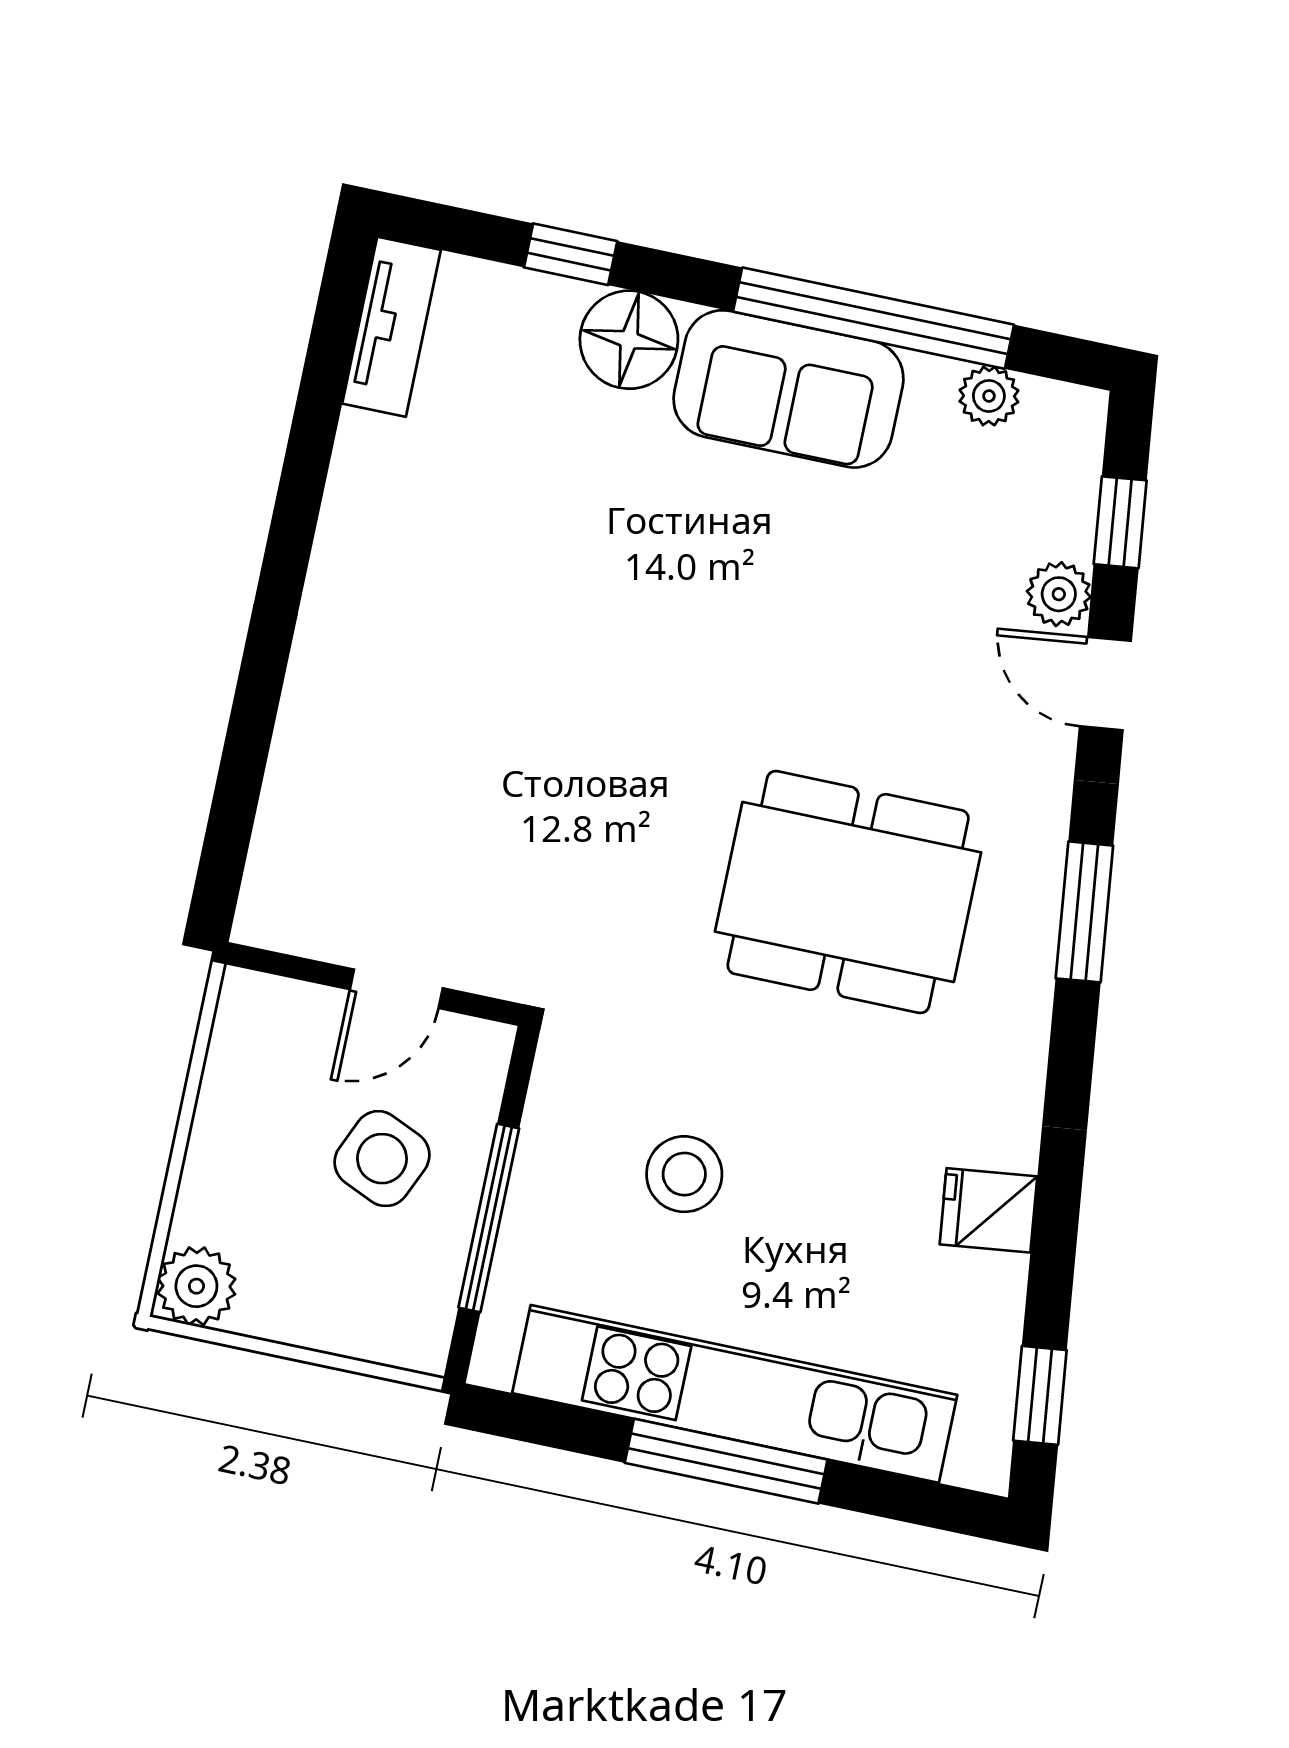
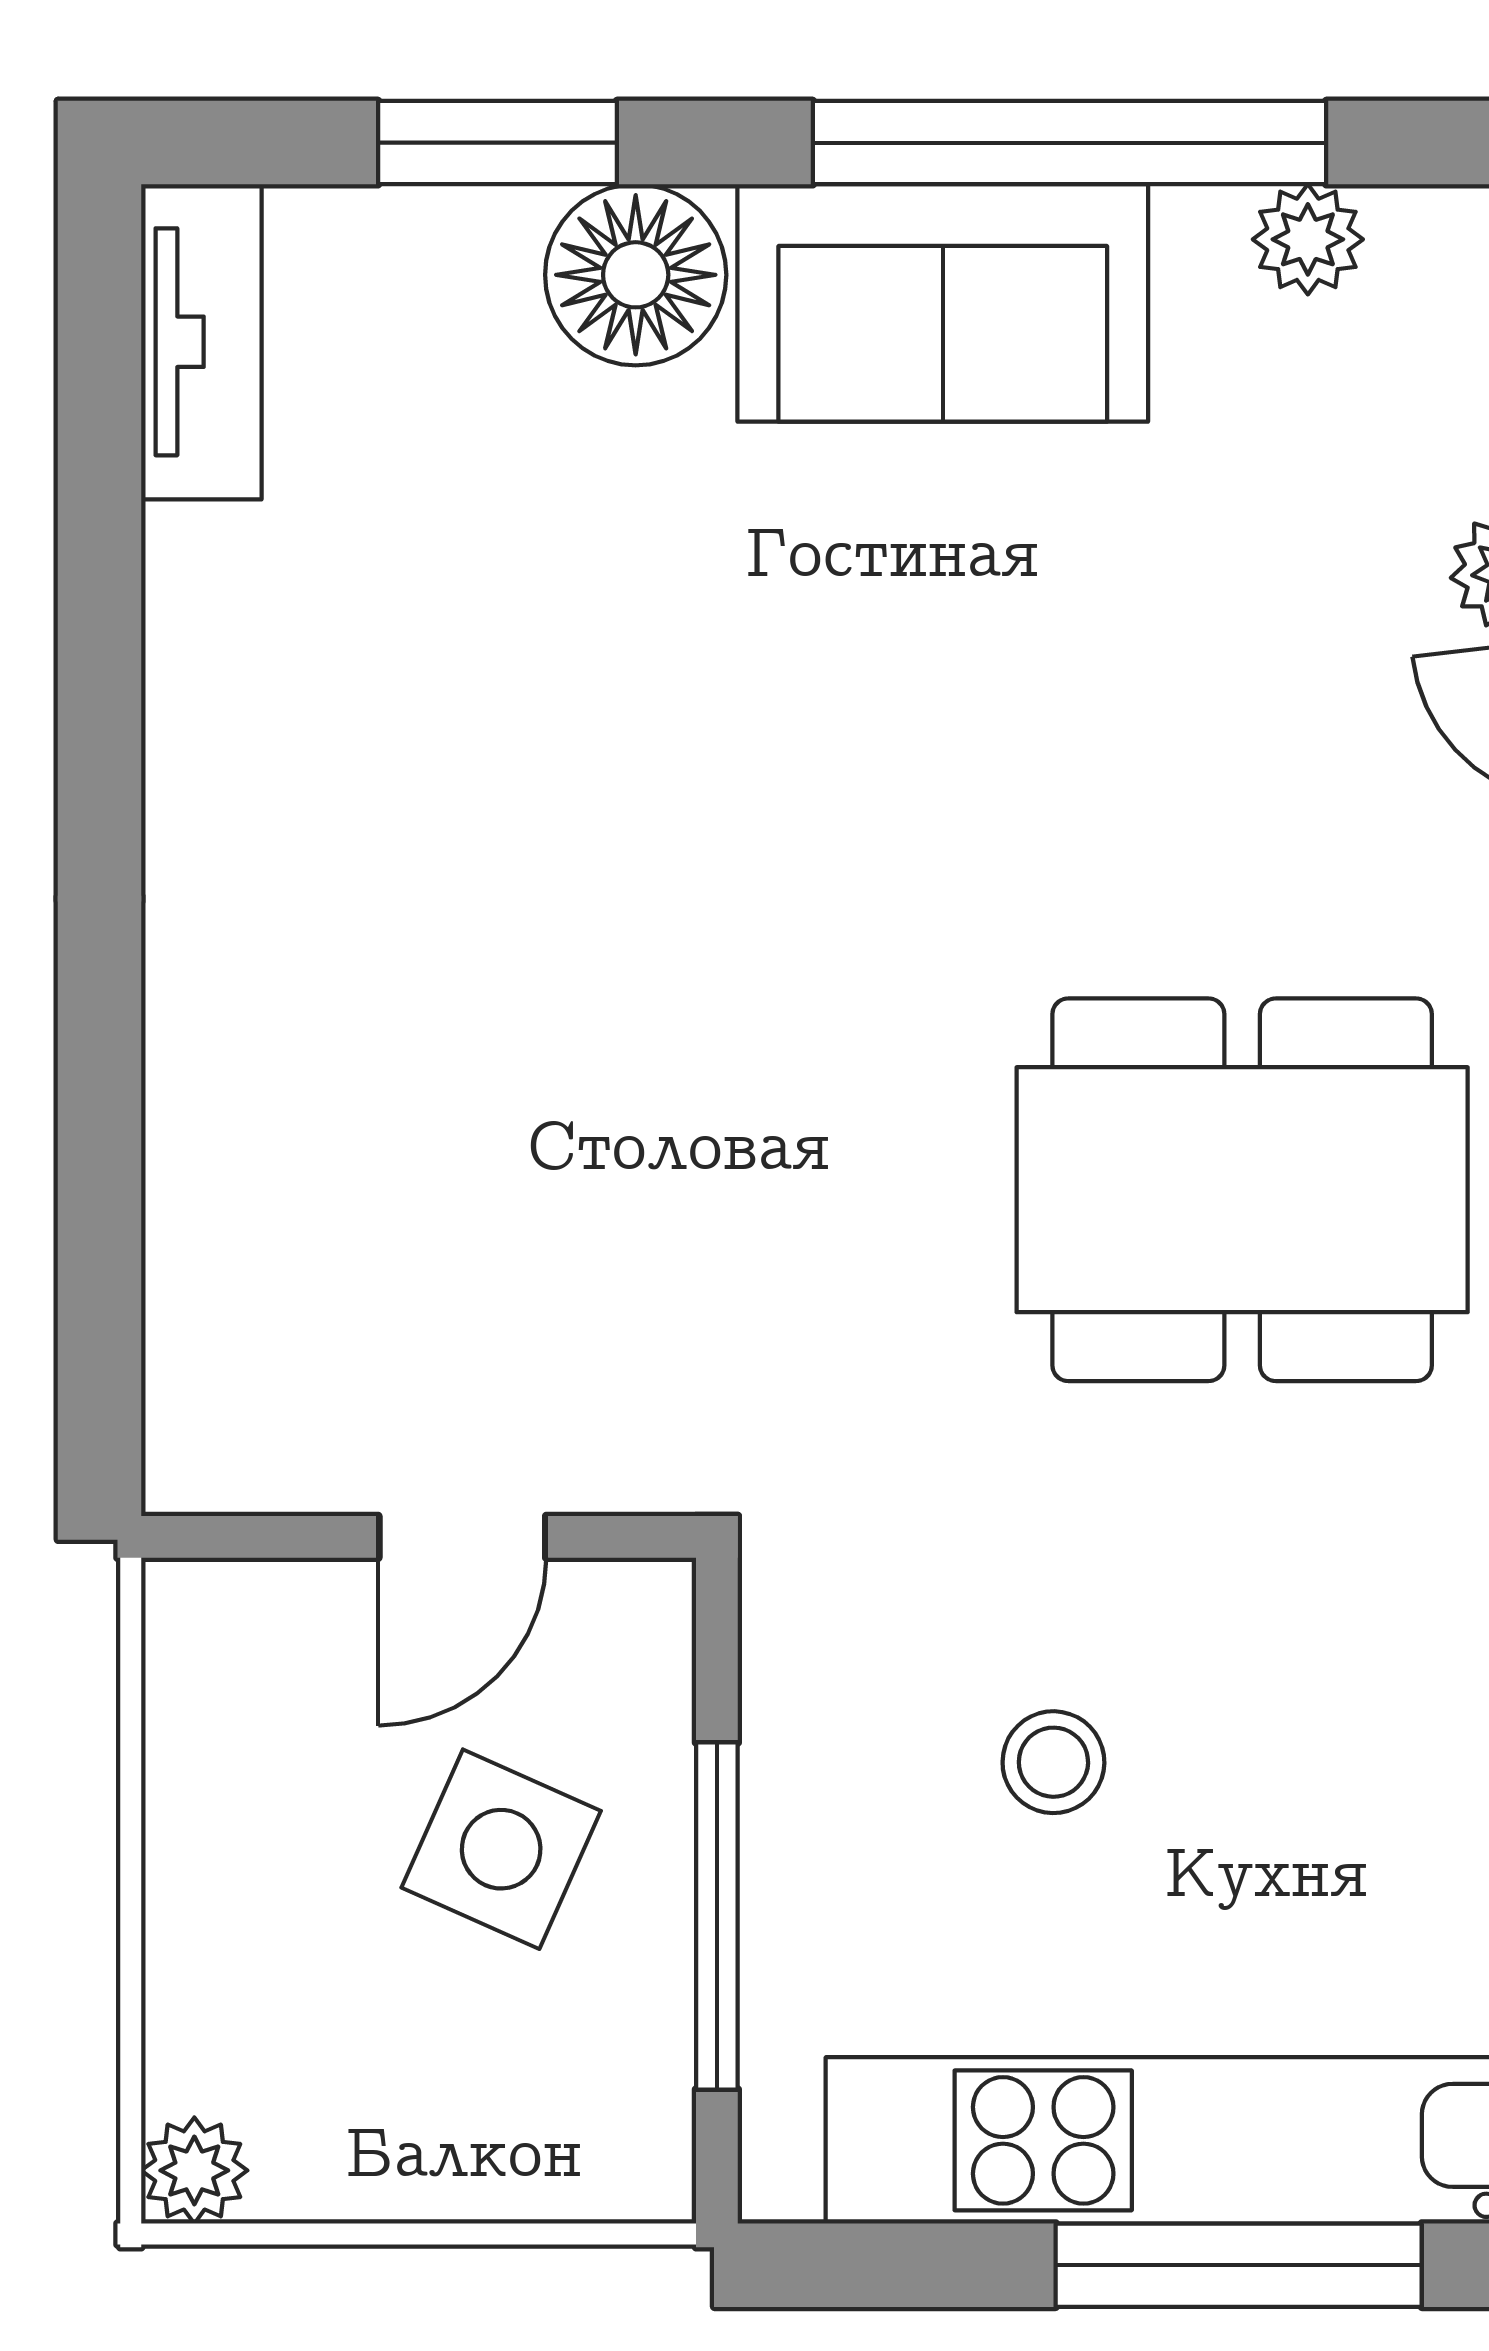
window: (571, 254) -> (497, 143), width x1.50
stool: (684, 1174) -> (1053, 1762), width x0.73, depth x0.73
plant: (196, 1286) -> (194, 2170), width x0.73, depth x0.73

